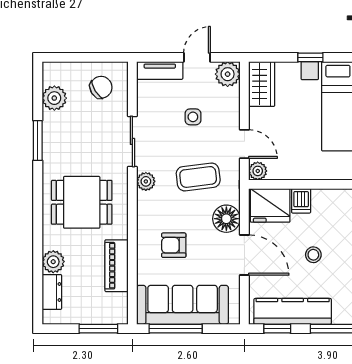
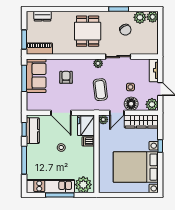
wardrobe: (262, 84) -> (141, 121), width x1.50
chair: (101, 87) -> (125, 30), moved
floor lamp: (226, 219) -> (131, 104), moved
door: (244, 255) -> (61, 113), hinge flipped
plant: (53, 262) -> (153, 17), moved
piano: (117, 266) -> (39, 49), moved
sofa: (183, 305) -> (36, 76), width x0.73
kitchen counter: (293, 311) -> (33, 131), width x0.67

